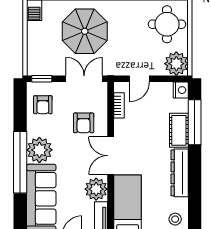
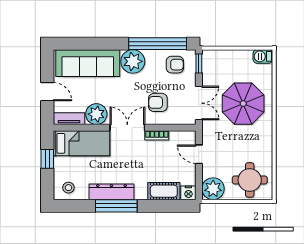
armchair: (43, 105) -> (175, 65), turned 180
bookcase: (119, 105) -> (157, 135), moved
window: (195, 122) -> (116, 206), moved
cot: (179, 130) -> (164, 191), moved
window: (20, 162) -> (158, 44), moved

